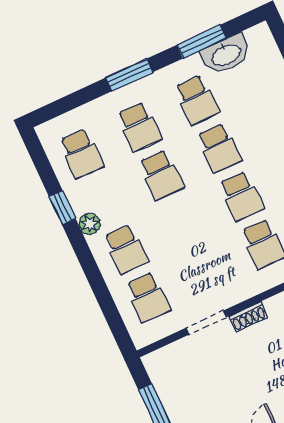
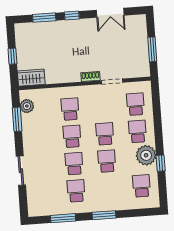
washbasin: (226, 54) -> (54, 208), removed
school desk: (139, 127) -> (105, 134), moved
plant: (90, 224) -> (146, 155), width x1.87, depth x1.87

